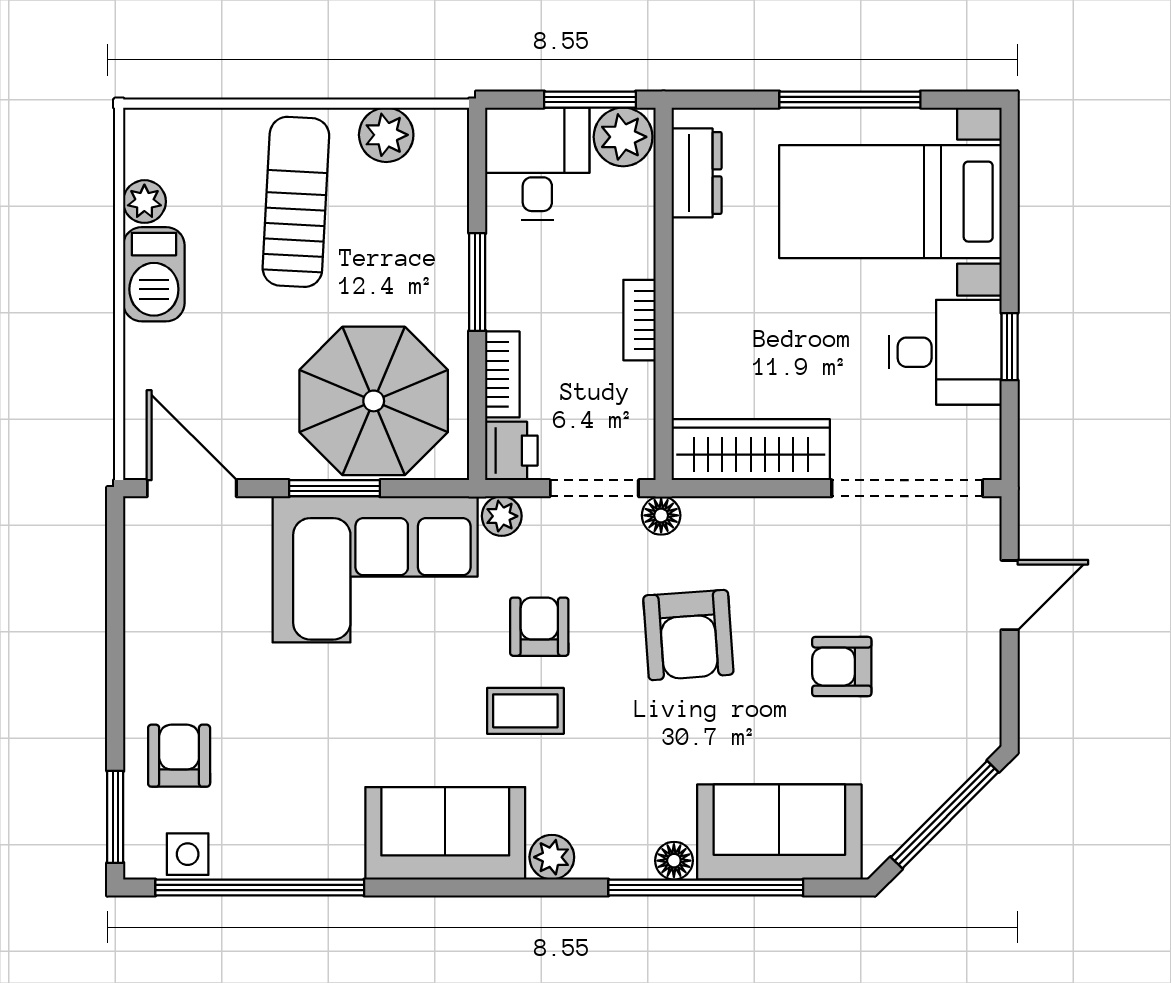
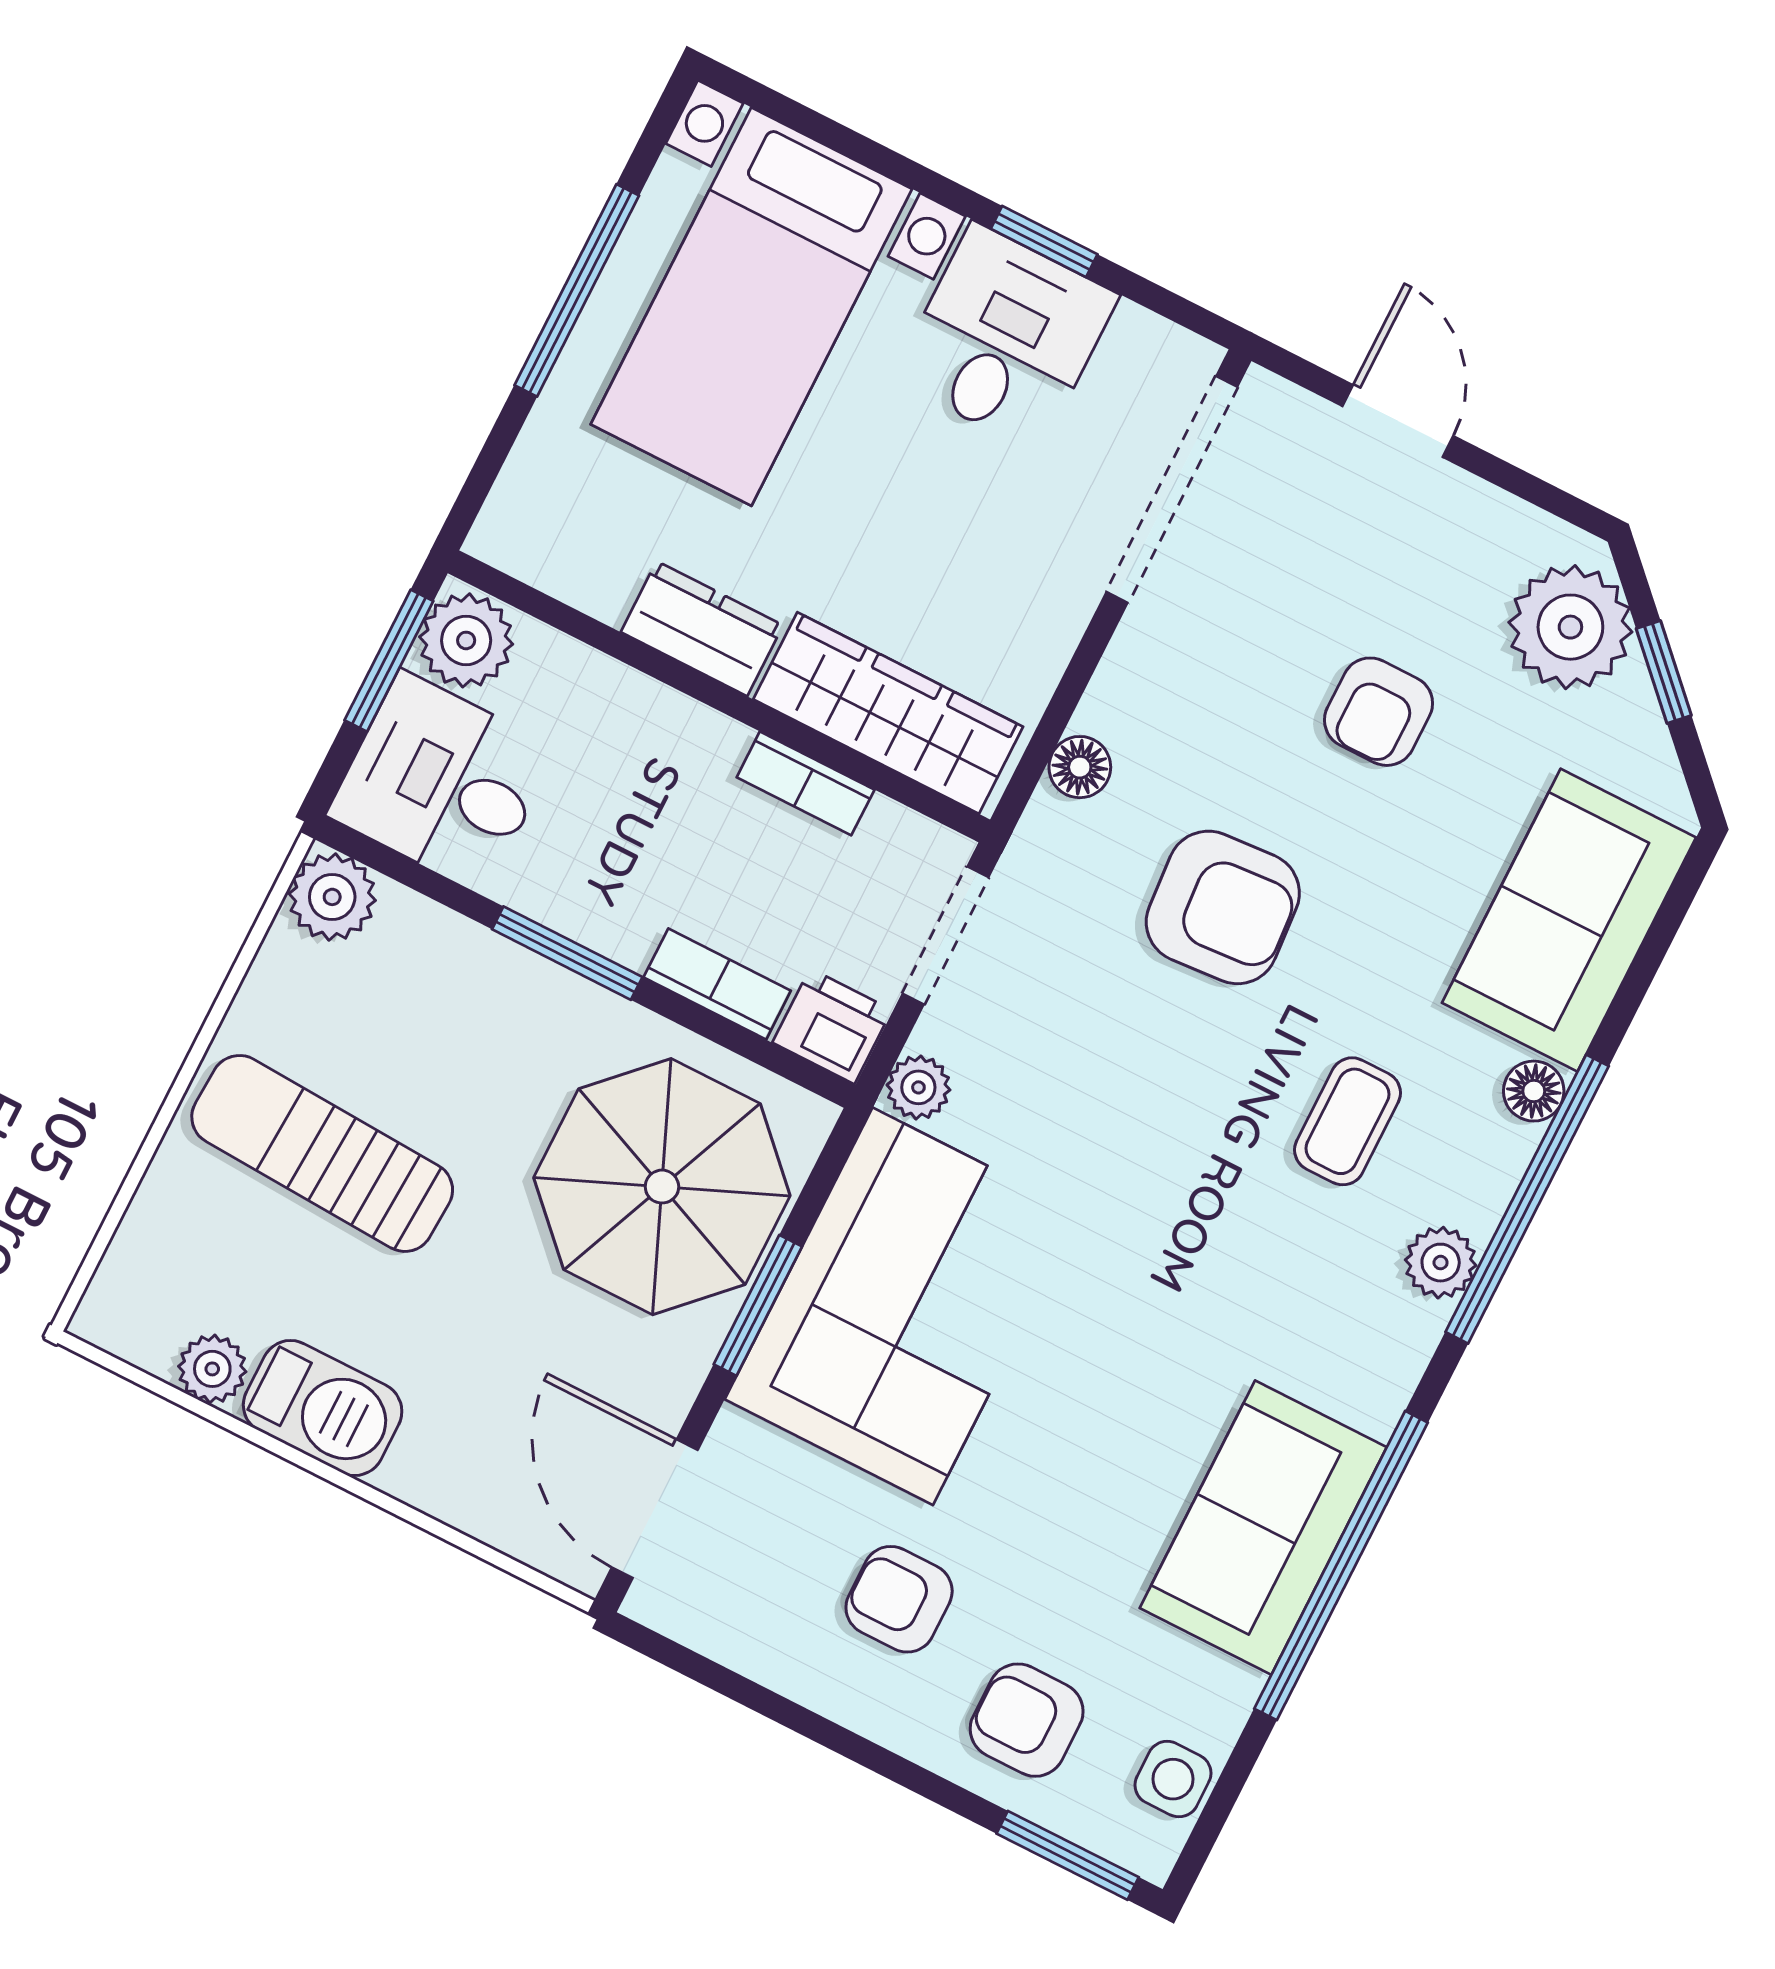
plant: (386, 135) -> (332, 897), moved
dresser: (697, 173) -> (702, 629), moved
bookcase: (639, 320) -> (806, 783), moved
wardrobe: (751, 450) -> (888, 713), moved, turned 90
door: (192, 488) -> (655, 1509), hinge flipped
floor lamp: (661, 515) -> (1080, 767), moved
armchair: (539, 627) -> (899, 1599), moved
coffee table: (525, 711) -> (1347, 1121), moved
plant: (943, 750) -> (1570, 627), added
window: (945, 815) -> (1664, 672), width x0.46
sofa: (445, 833) -> (1263, 1528), moved
window: (260, 887) -> (1341, 1566), moved
window: (706, 887) -> (1527, 1199), moved

